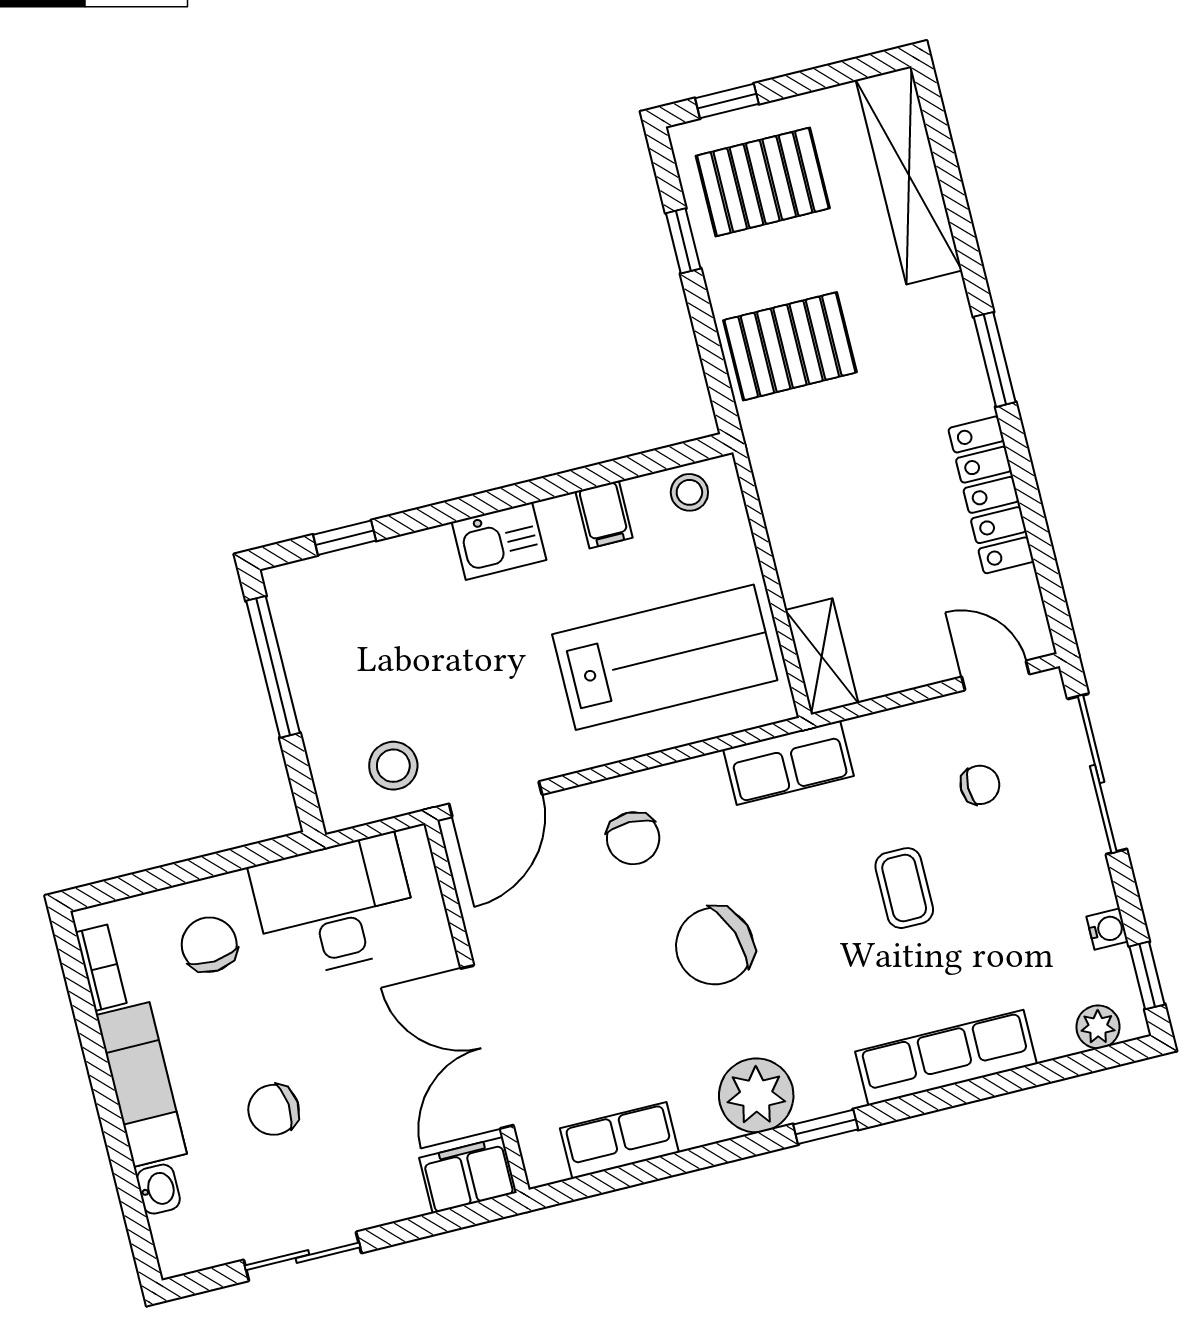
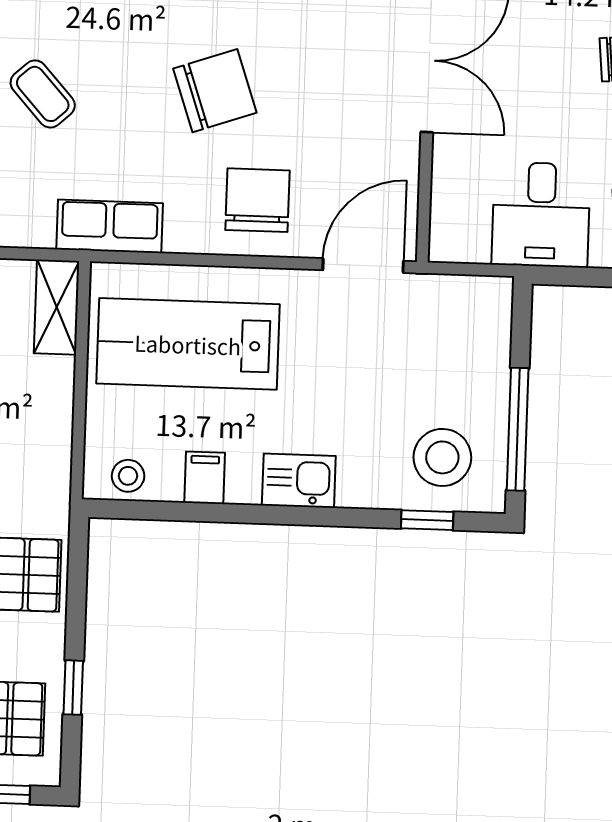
stool: (393, 766) -> (442, 457), moved, width x1.38, depth x1.38
chair: (633, 838) -> (258, 200), width x1.37, depth x1.37
coffee table: (904, 888) -> (43, 94), turned -42
desk: (335, 907) -> (541, 215), width x0.73

